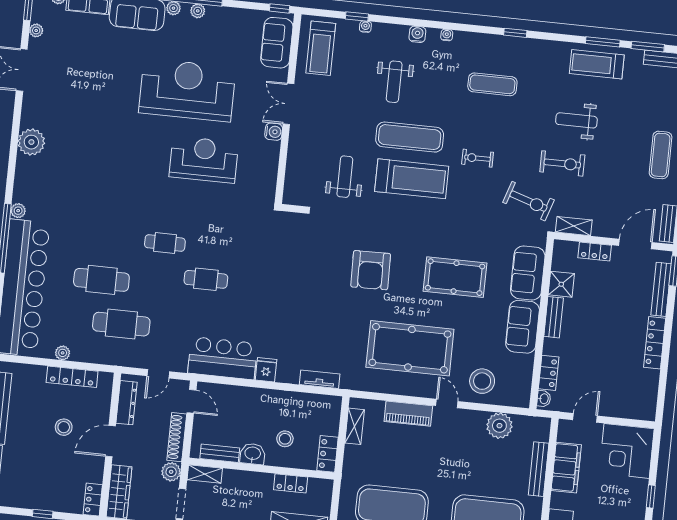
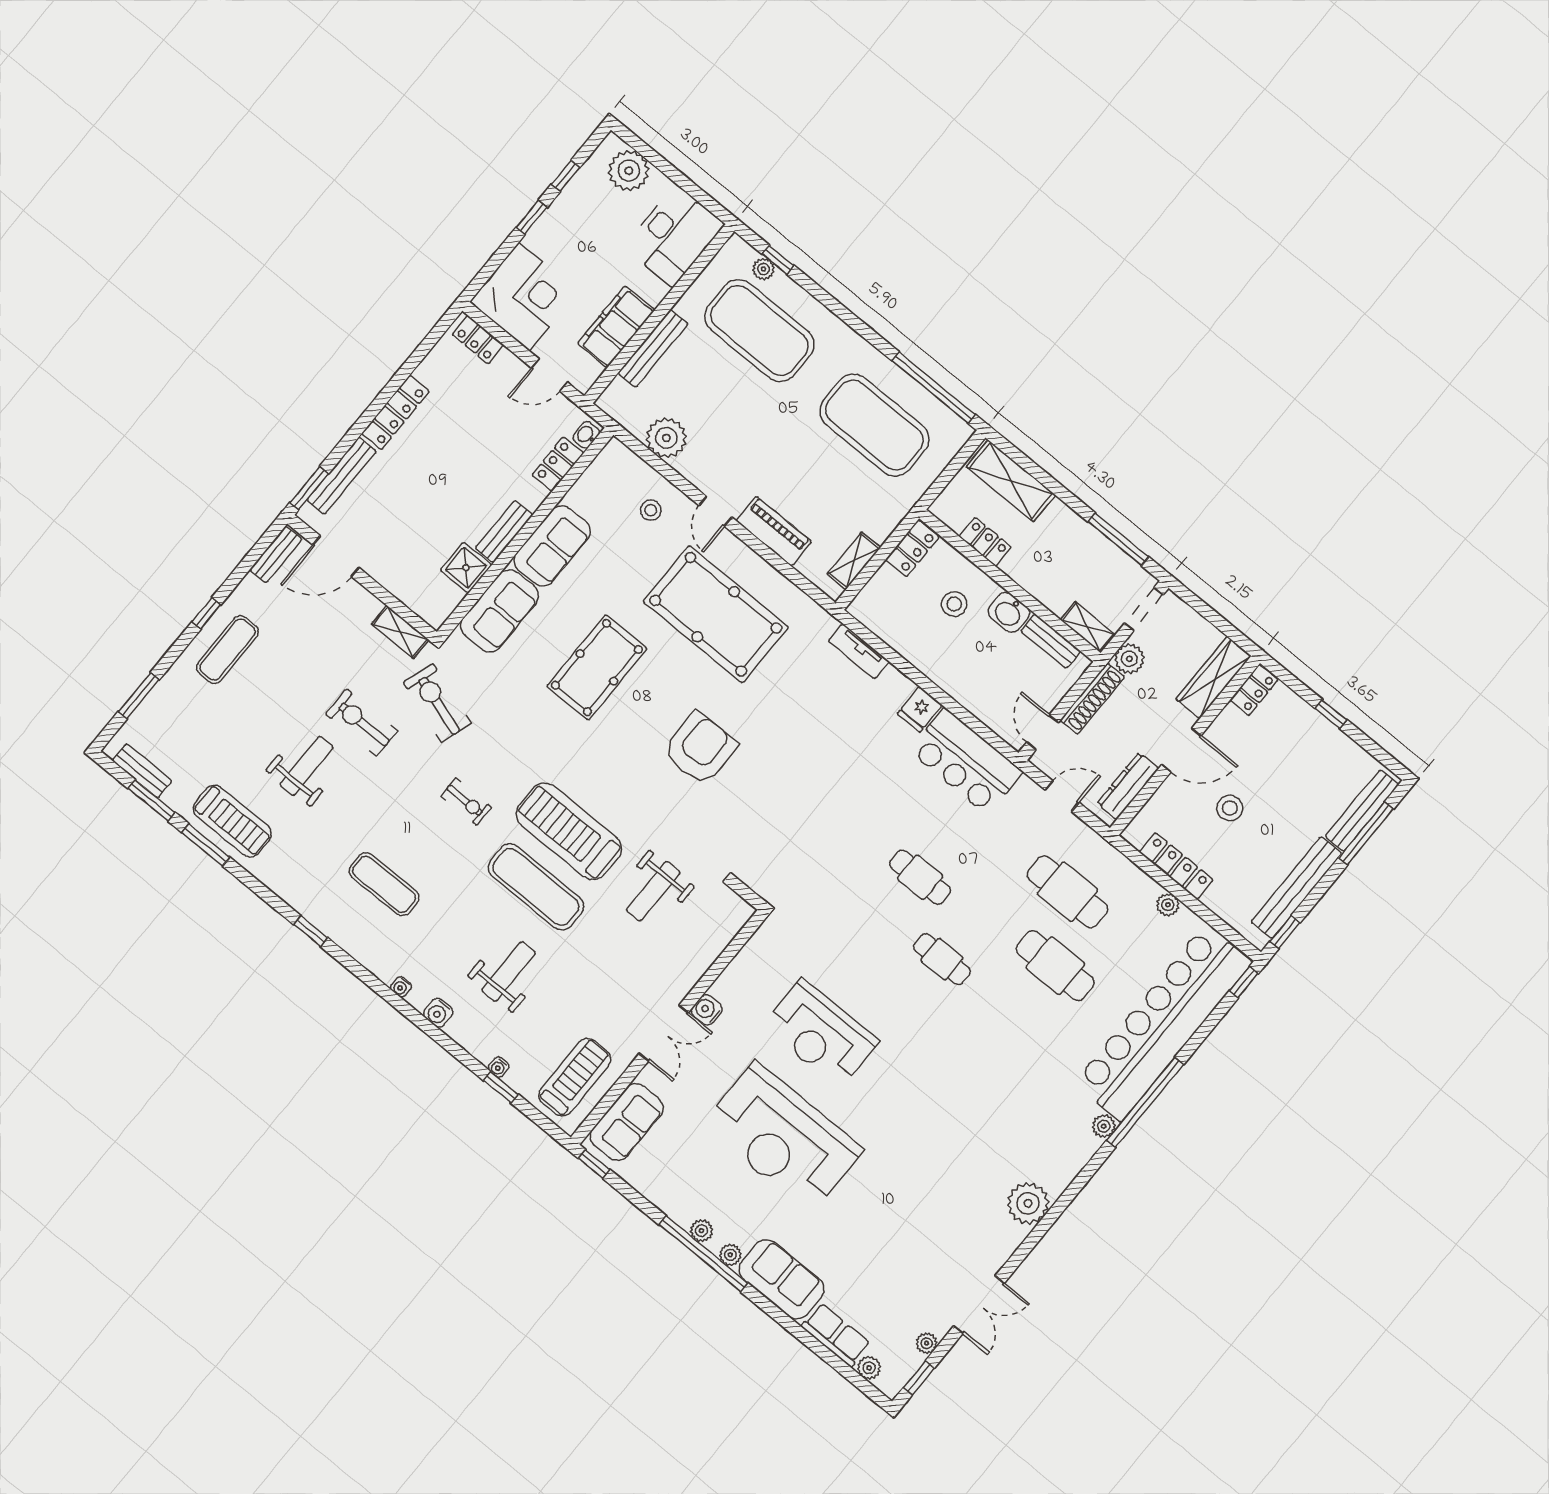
weight bench: (576, 120) -> (307, 766), turned -90
locker: (595, 251) -> (478, 340), moved, turned 180
pool table: (455, 277) -> (597, 667), turned 90
stool: (482, 381) -> (651, 510), width x0.53, depth x0.53

